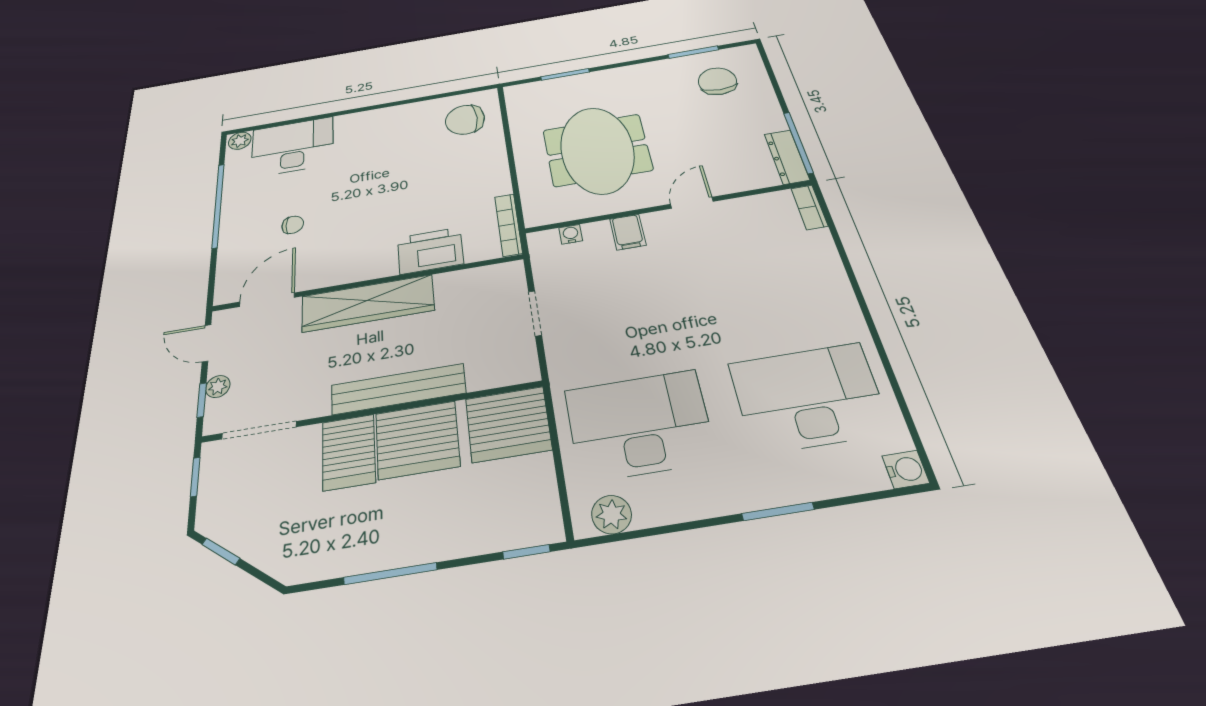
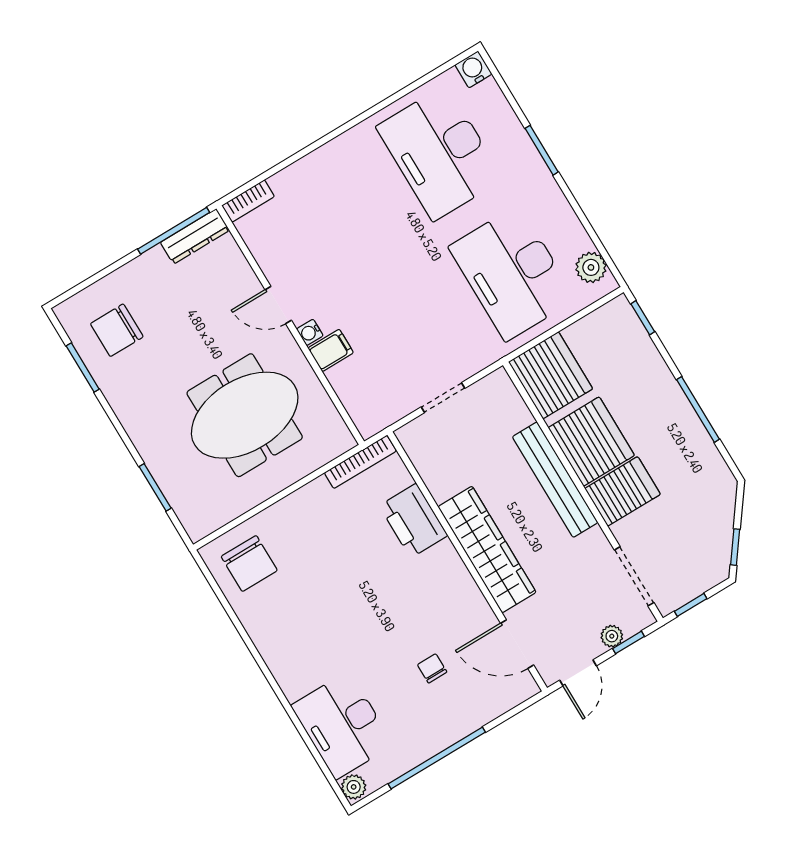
water cooler: (571, 234) -> (310, 332), moved

